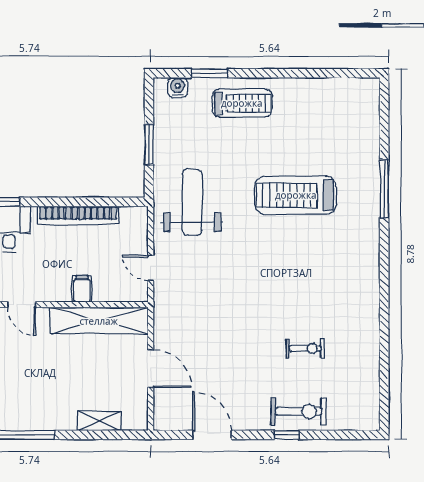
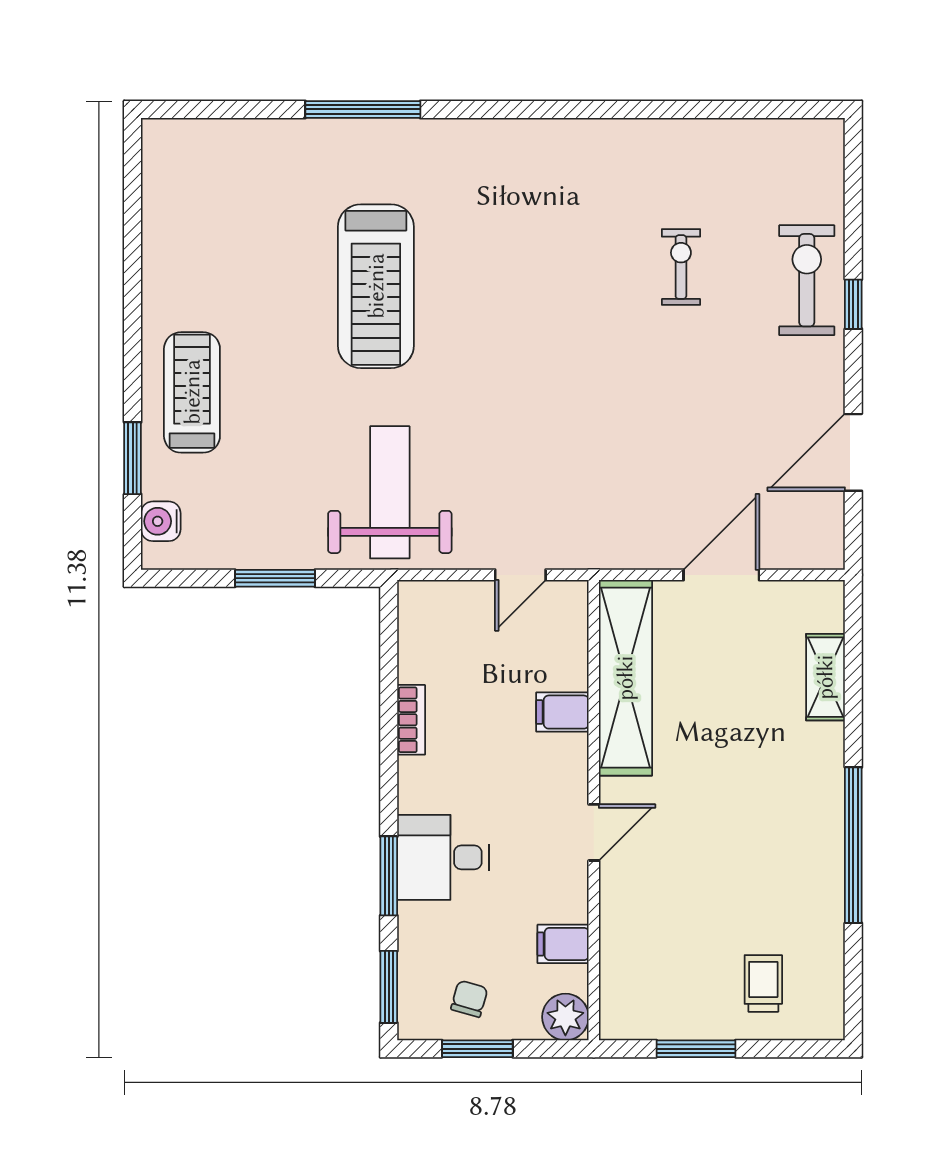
weight bench: (192, 202) -> (390, 492), turned 90
bookcase: (78, 215) -> (411, 720), width x0.43, depth x0.76

